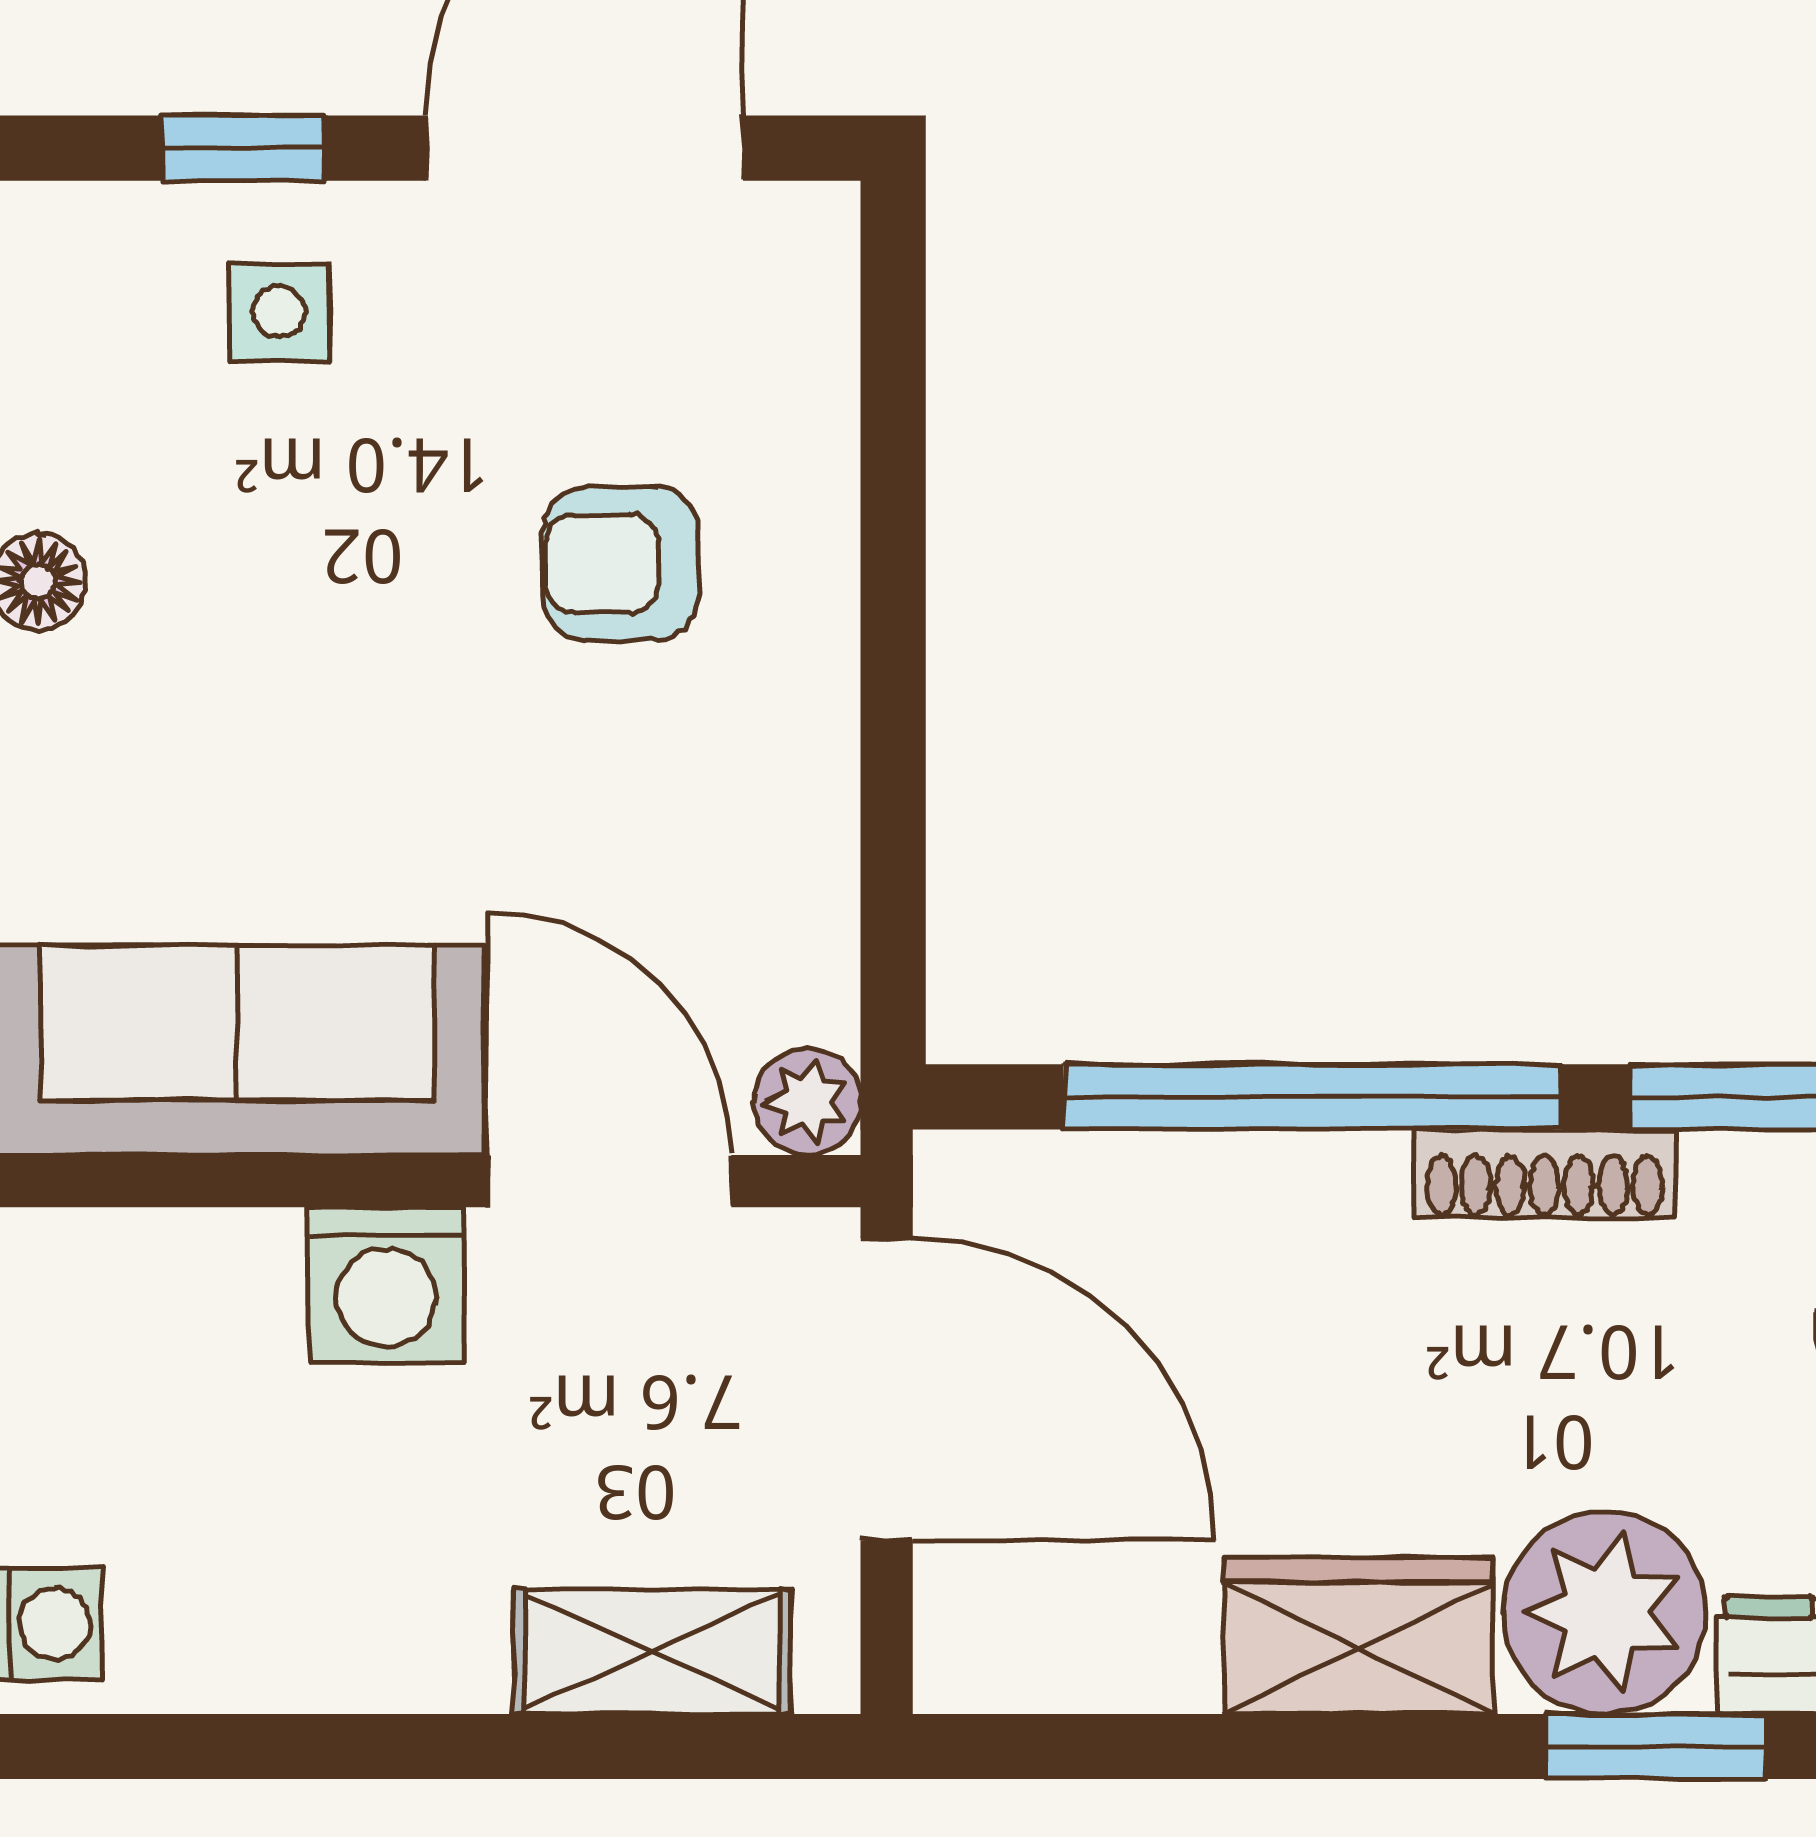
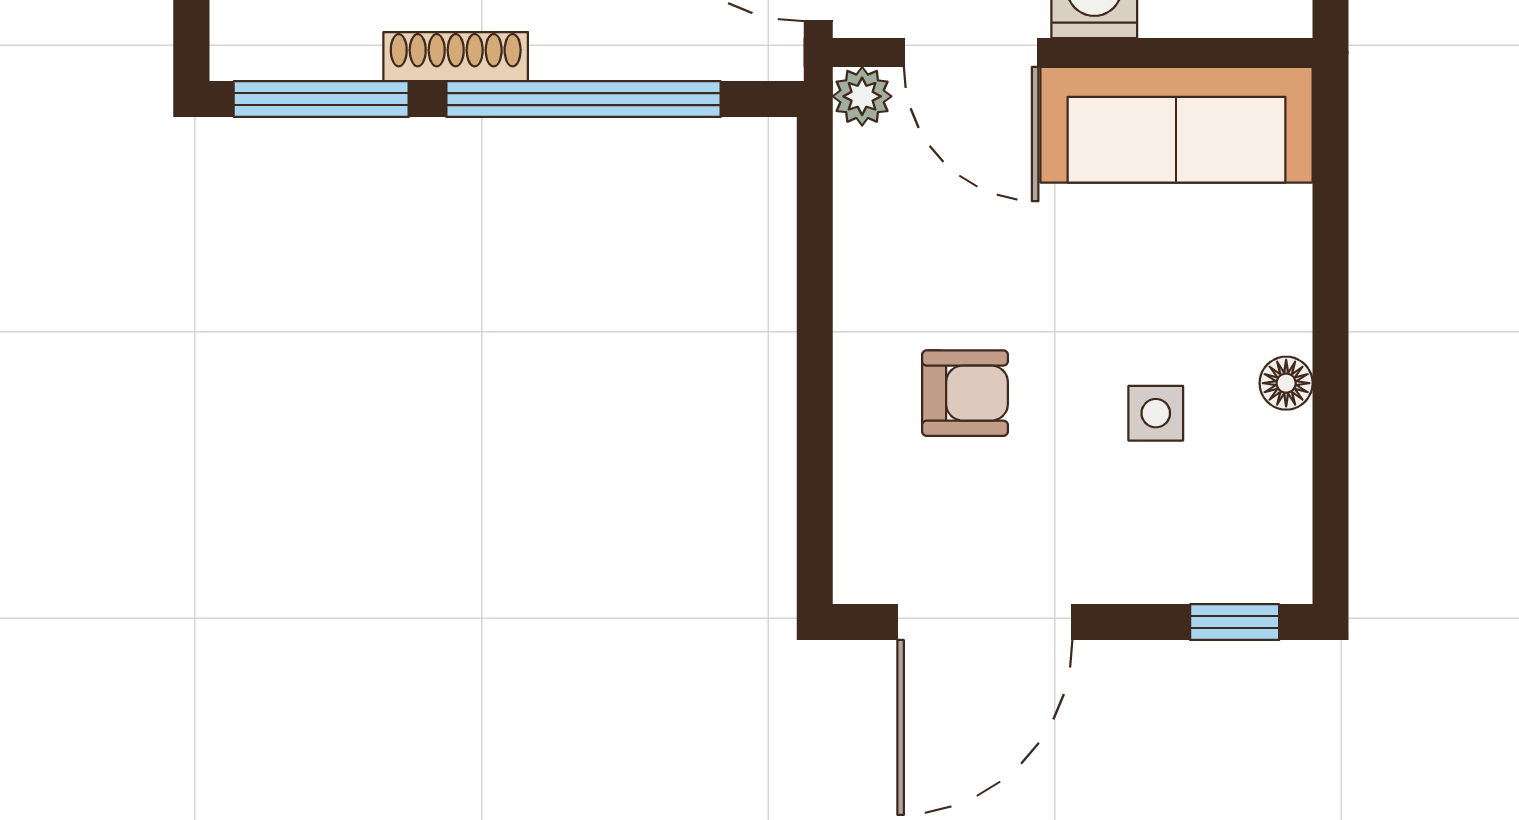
window: (244, 148) -> (1235, 622), moved
side table: (279, 312) -> (1156, 413), moved

